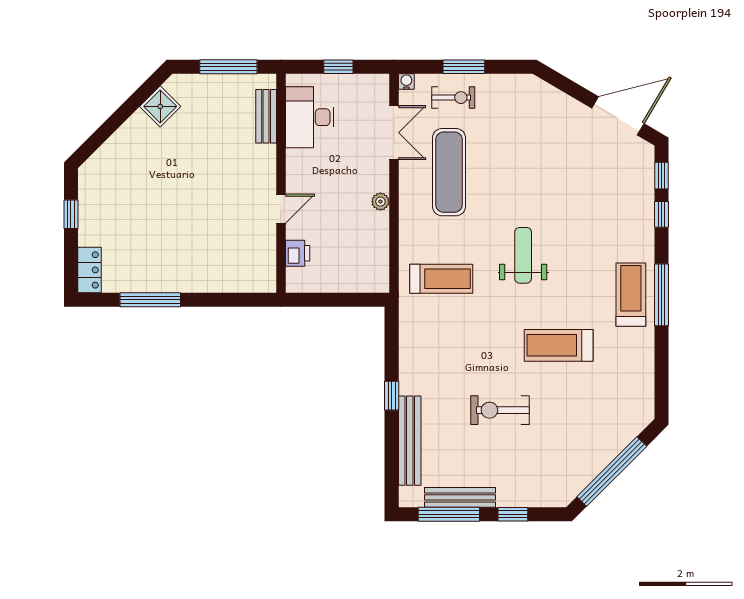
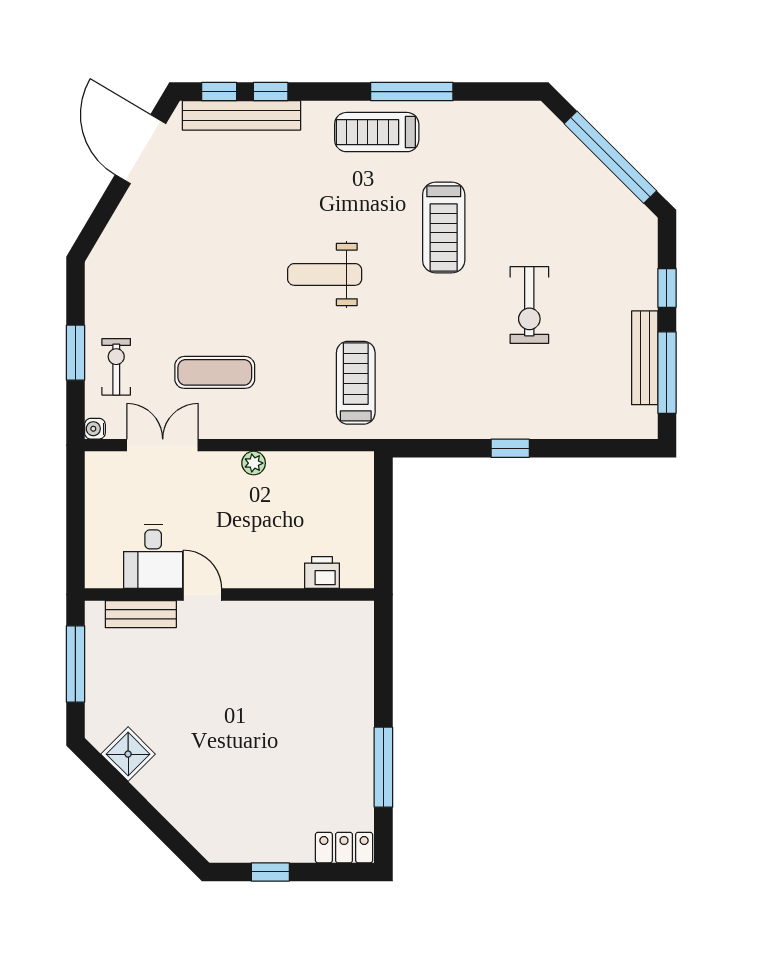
window: (338, 67) -> (75, 518), removed
desk: (310, 117) -> (153, 557), width x0.73
exercise mat: (449, 172) -> (215, 372), width x0.73, depth x0.69
door: (281, 209) -> (202, 595), moved
window: (662, 295) -> (412, 92), moved
bench: (410, 441) -> (241, 115), moved

